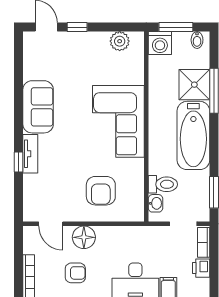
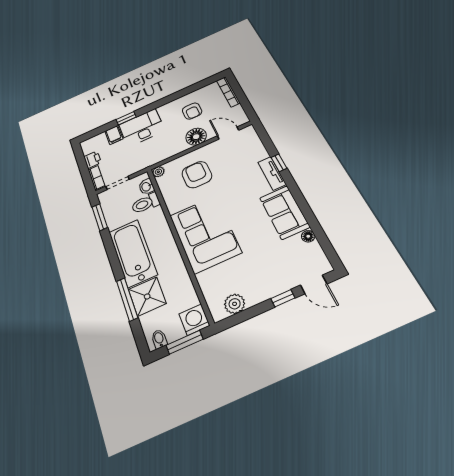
floor lamp: (29, 73) -> (308, 236), added
plant: (137, 215) -> (158, 172), added
armchair: (75, 273) -> (192, 111), turned -90

